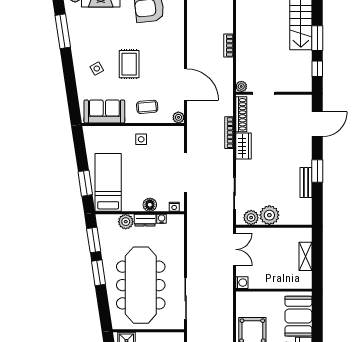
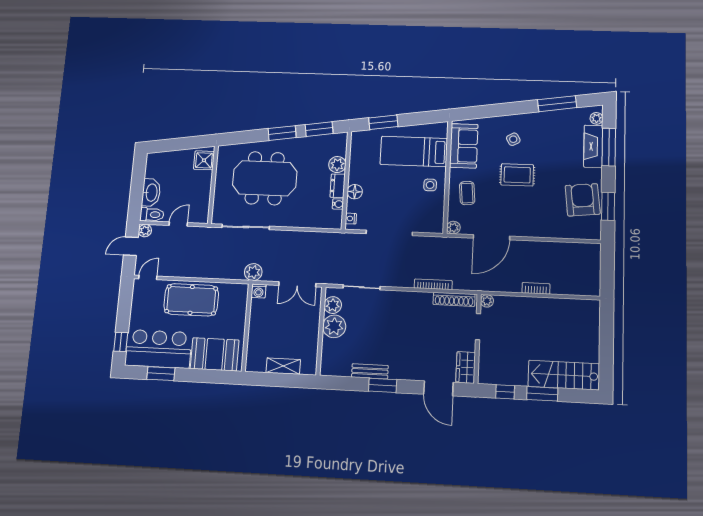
wardrobe: (243, 146) -> (466, 367), moved, turned 90
bed: (108, 182) -> (414, 151), moved, turned 180
meeting table: (141, 285) -> (265, 178), width x0.73
plant: (225, 289) -> (253, 272), added

